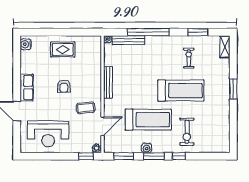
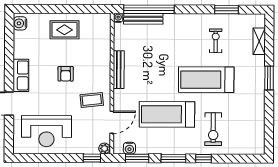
window: (148, 32) -> (149, 9), moved
shelving: (225, 47) -> (259, 41), moved
treadmill: (181, 91) -> (206, 80), turned 180
treadmill: (148, 120) -> (167, 114), turned 180
water cooler: (147, 148) -> (129, 148), moved

